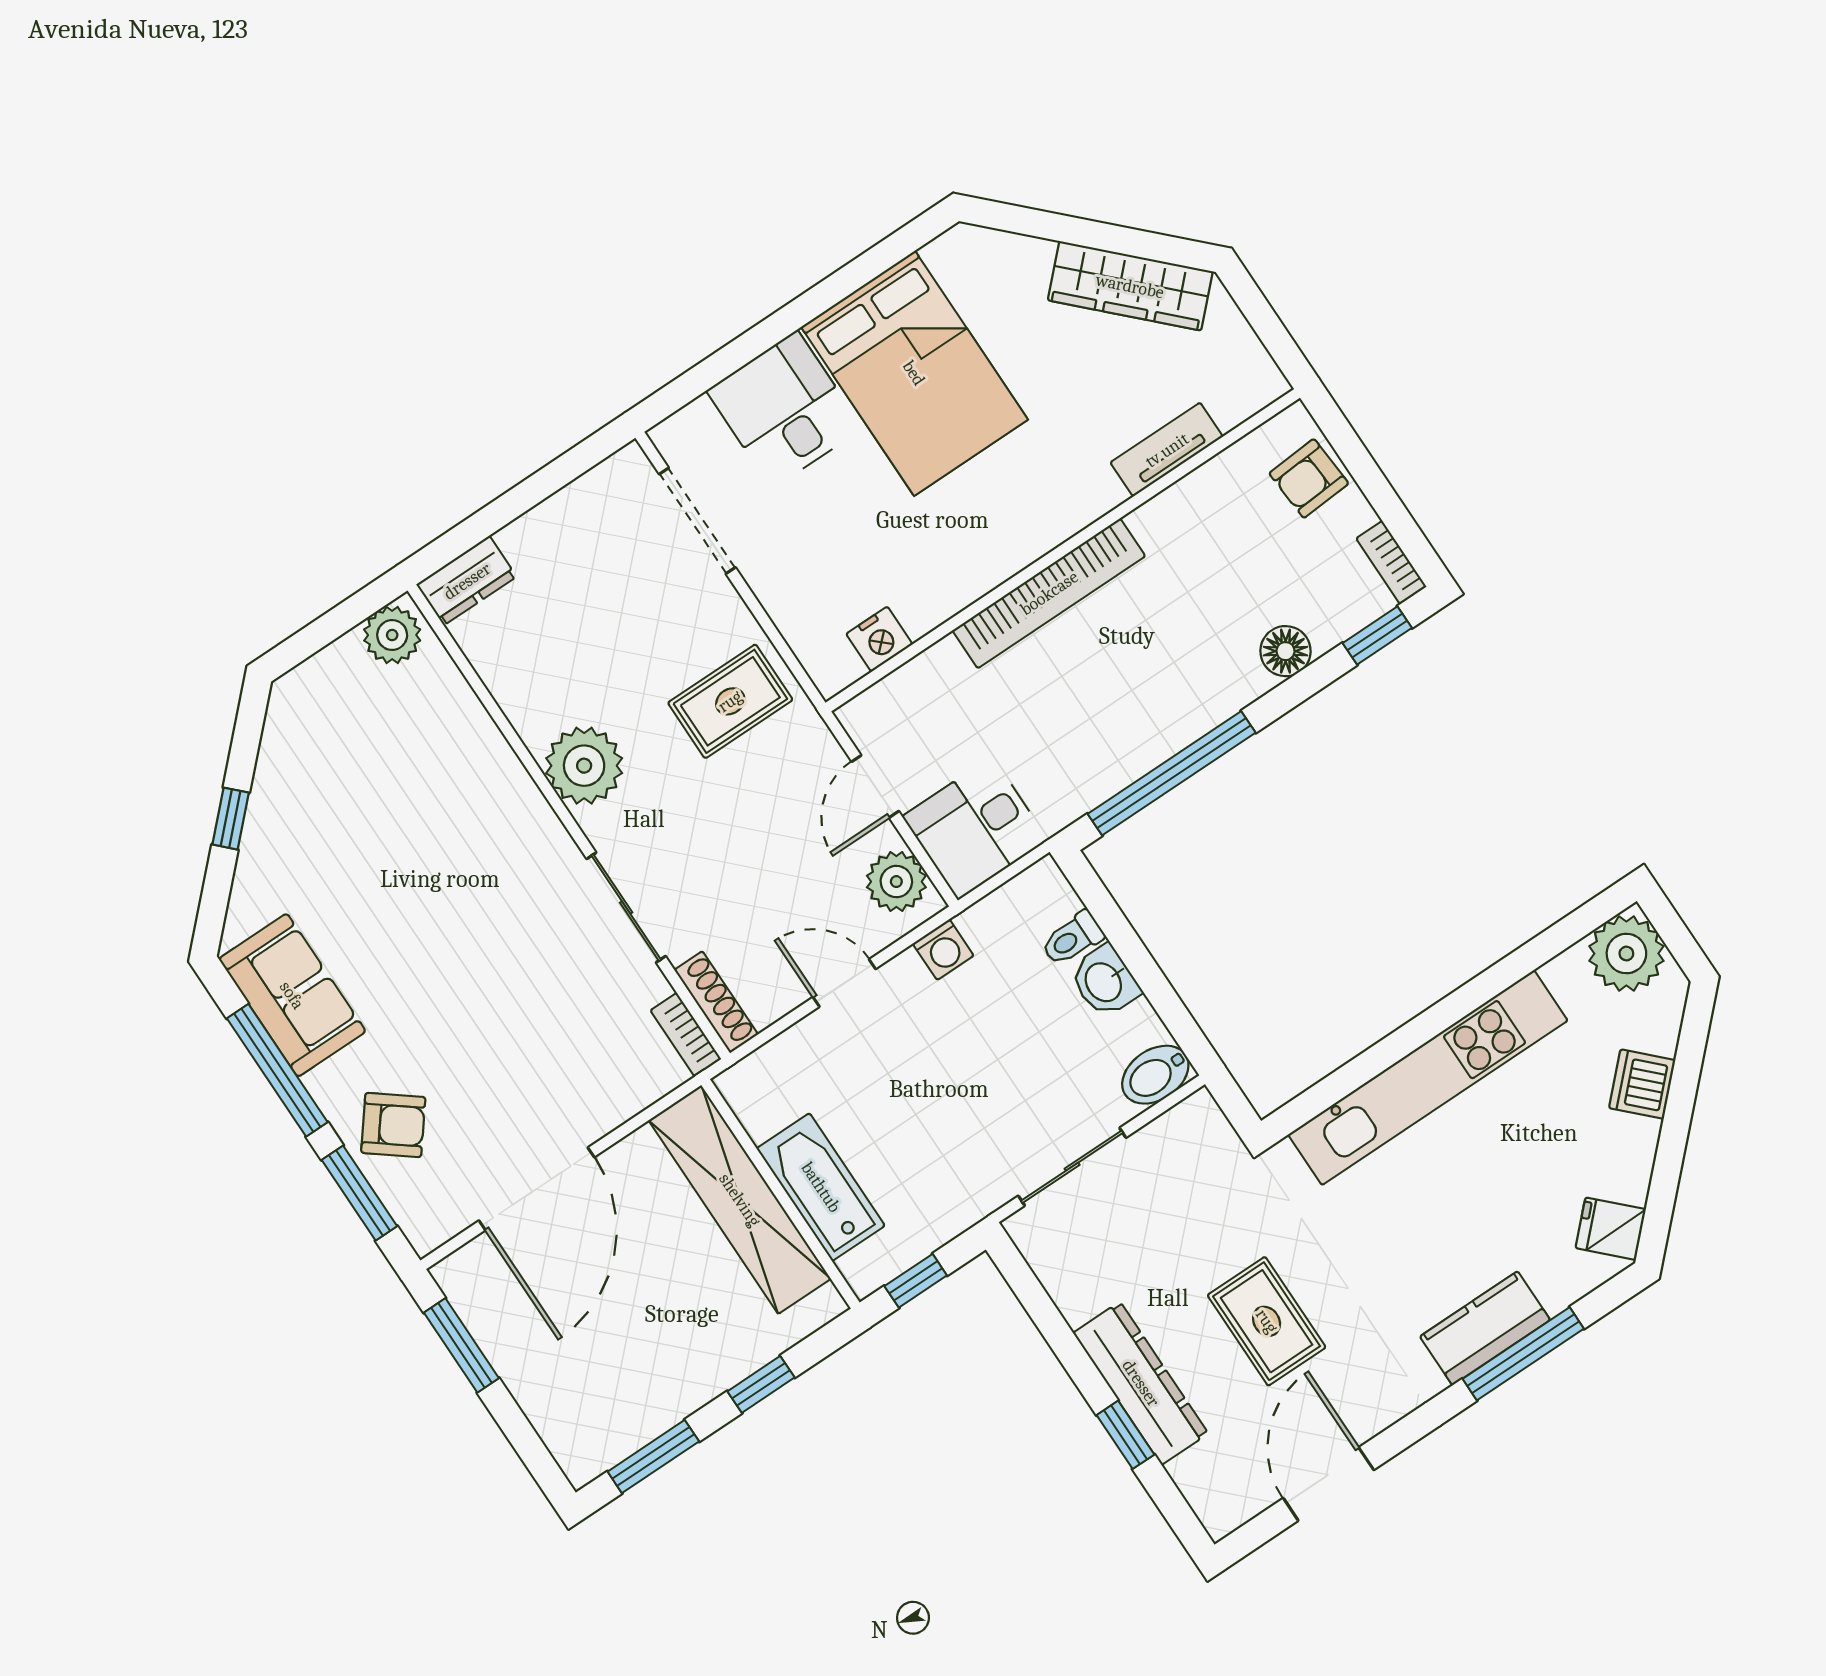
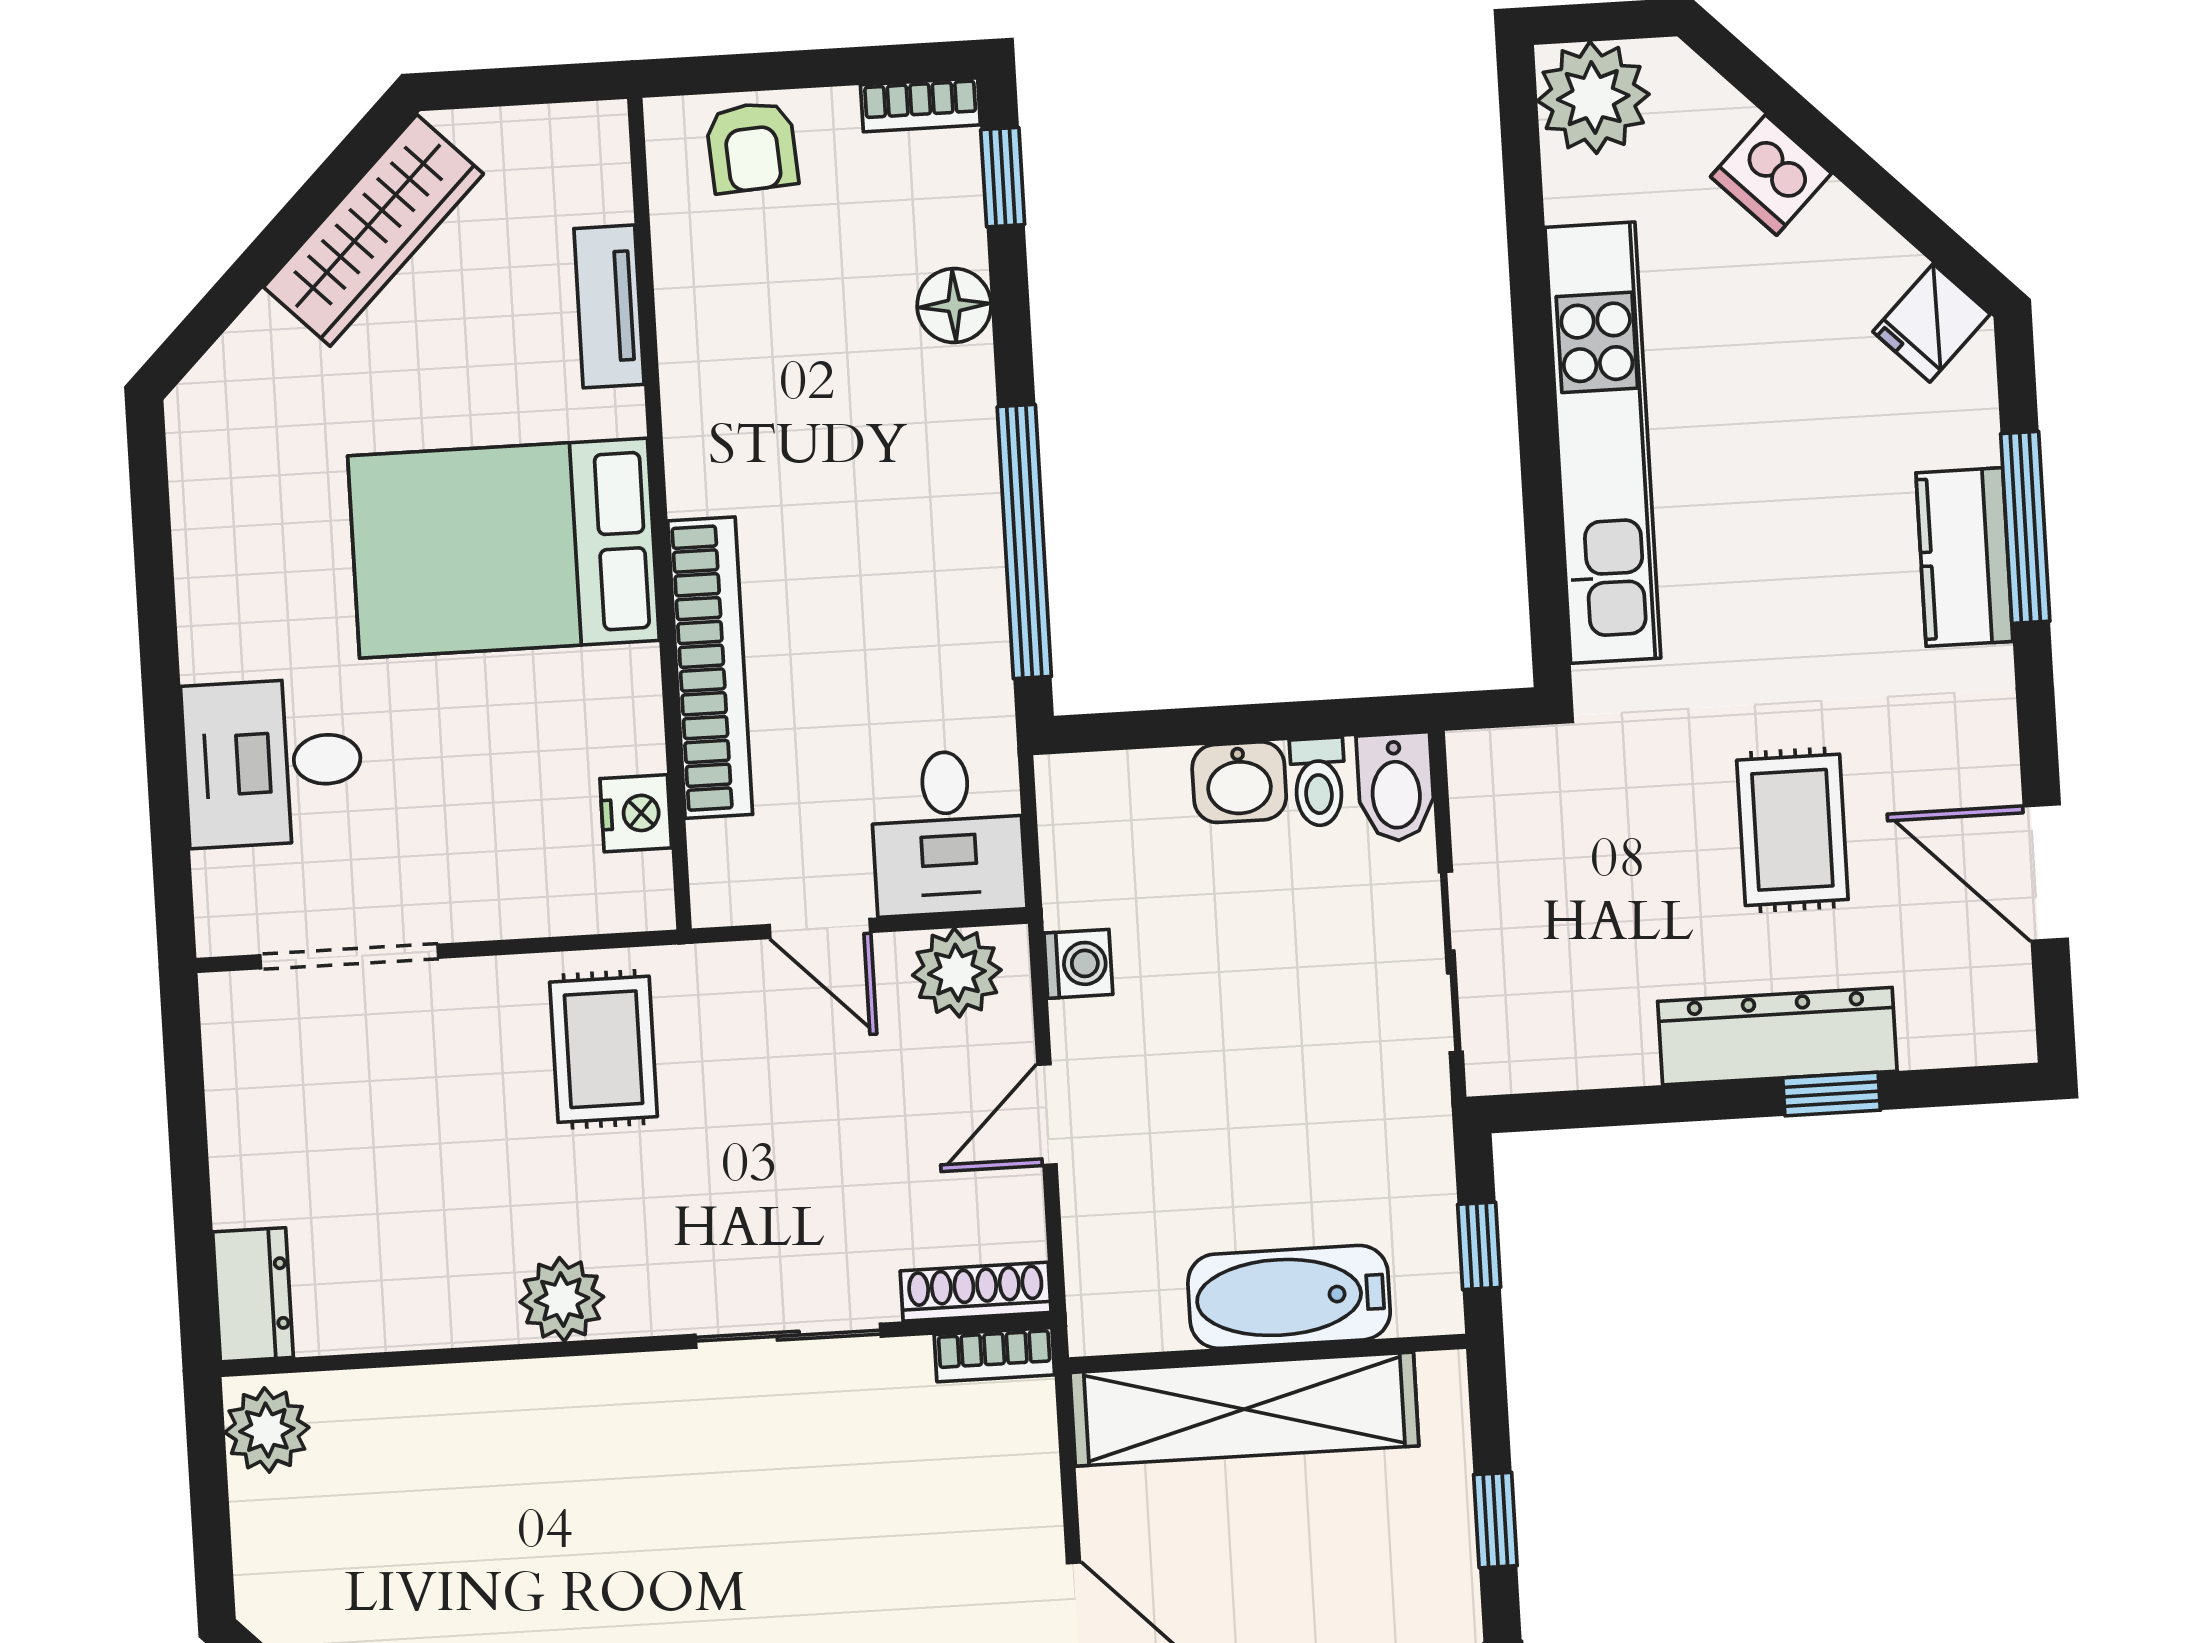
bed: (914, 373) -> (503, 548), moved, turned 180
bookcase: (1049, 593) -> (710, 668), moved
plant: (584, 766) -> (562, 1299), width x0.73, depth x0.73
toilet: (1072, 939) -> (1318, 782), moved
rug: (1267, 1321) -> (1792, 830), turned 90

